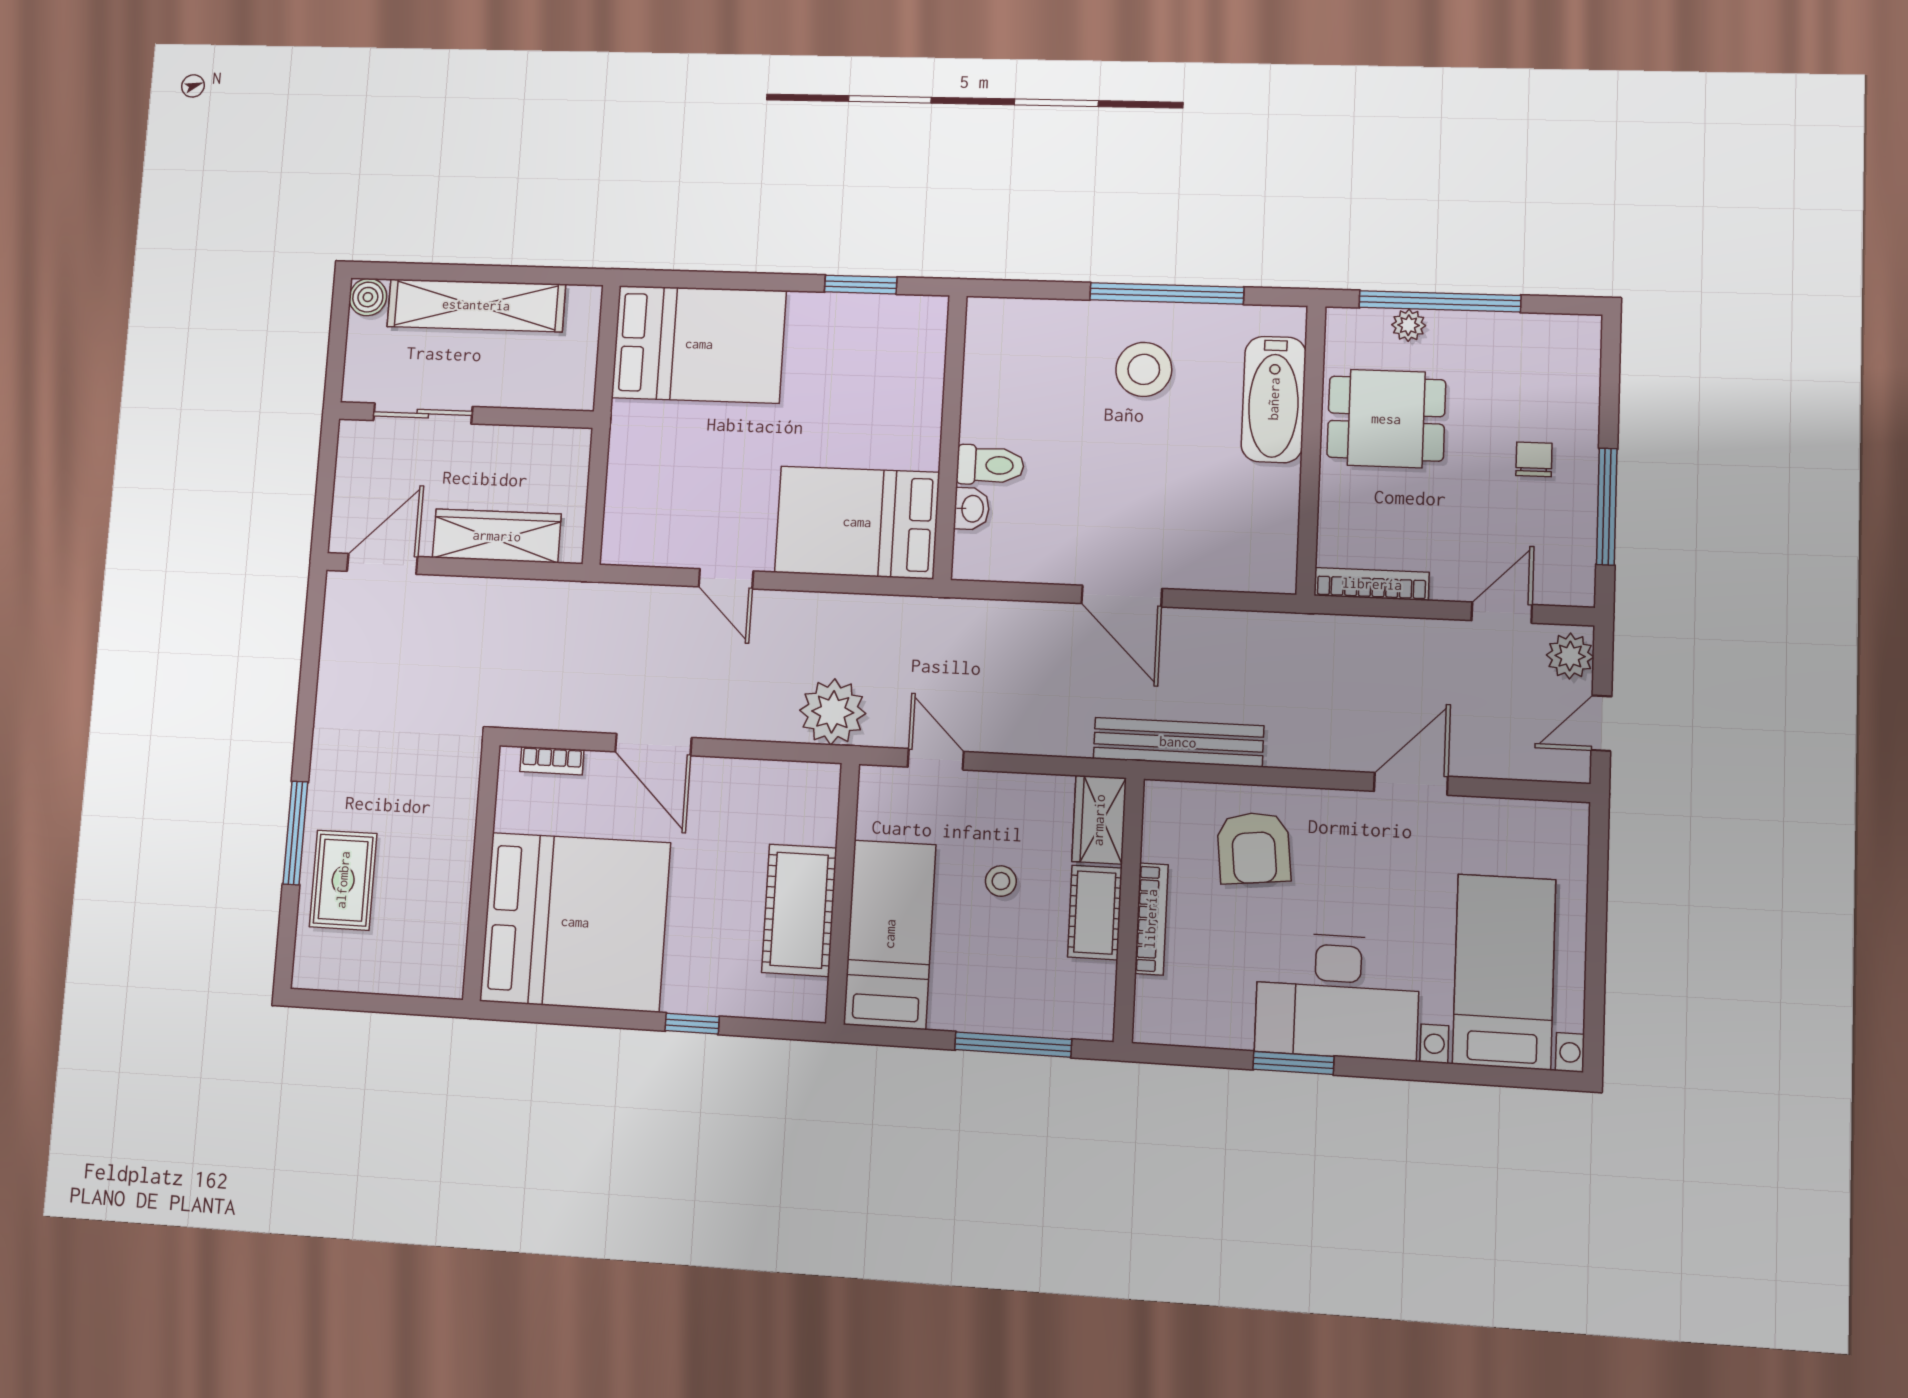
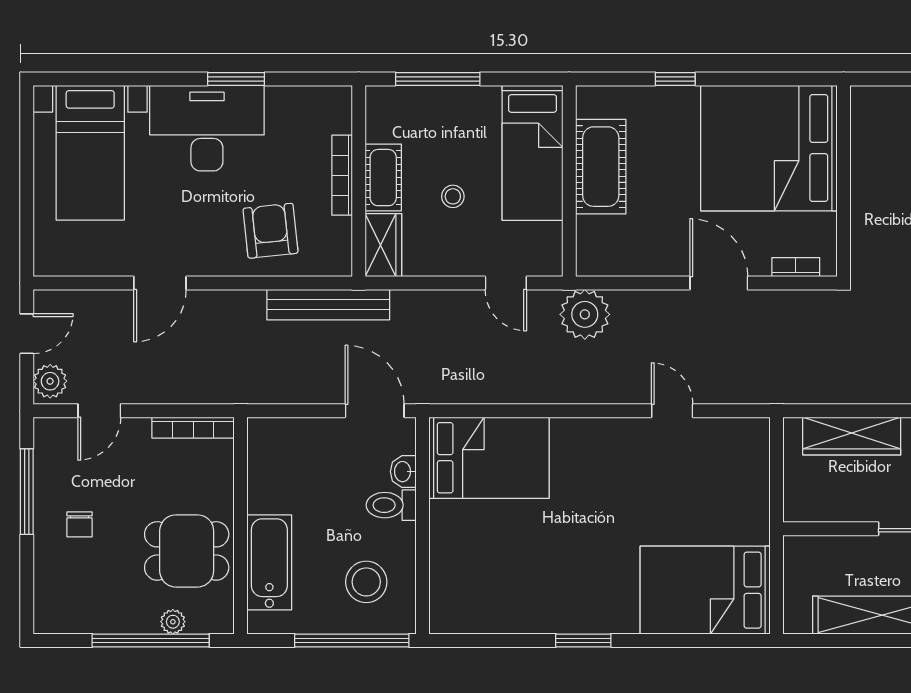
wall: (950, 437) -> (422, 526), moved
toilet: (990, 465) -> (391, 505), moved
washbasin: (972, 509) -> (403, 472), moved
bed: (857, 522) -> (489, 458), moved

